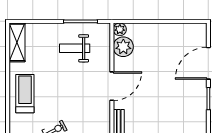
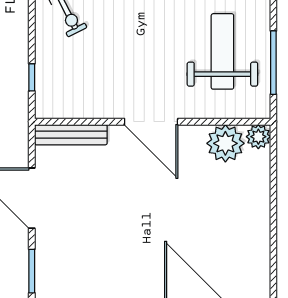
weight bench: (75, 48) -> (222, 51), width x1.36, depth x1.33

